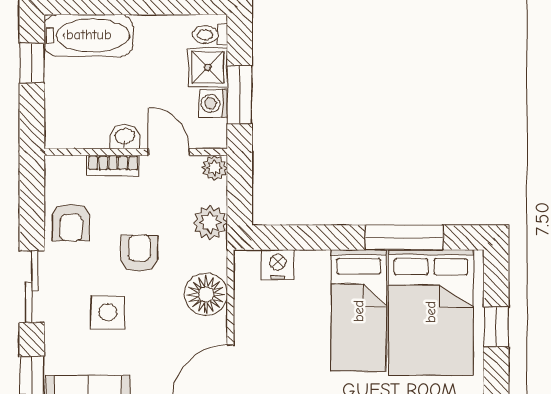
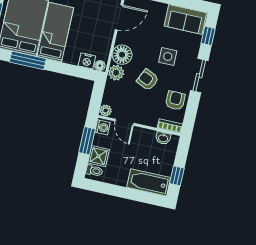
washing machine: (213, 103) -> (102, 127), moved
washbasin: (125, 137) -> (163, 138), moved
bookcase: (113, 165) -> (170, 126), moved
plant: (210, 222) -> (116, 73), moved
armchair: (139, 253) -> (148, 80), turned 115
floor lamp: (248, 261) -> (100, 66), added

